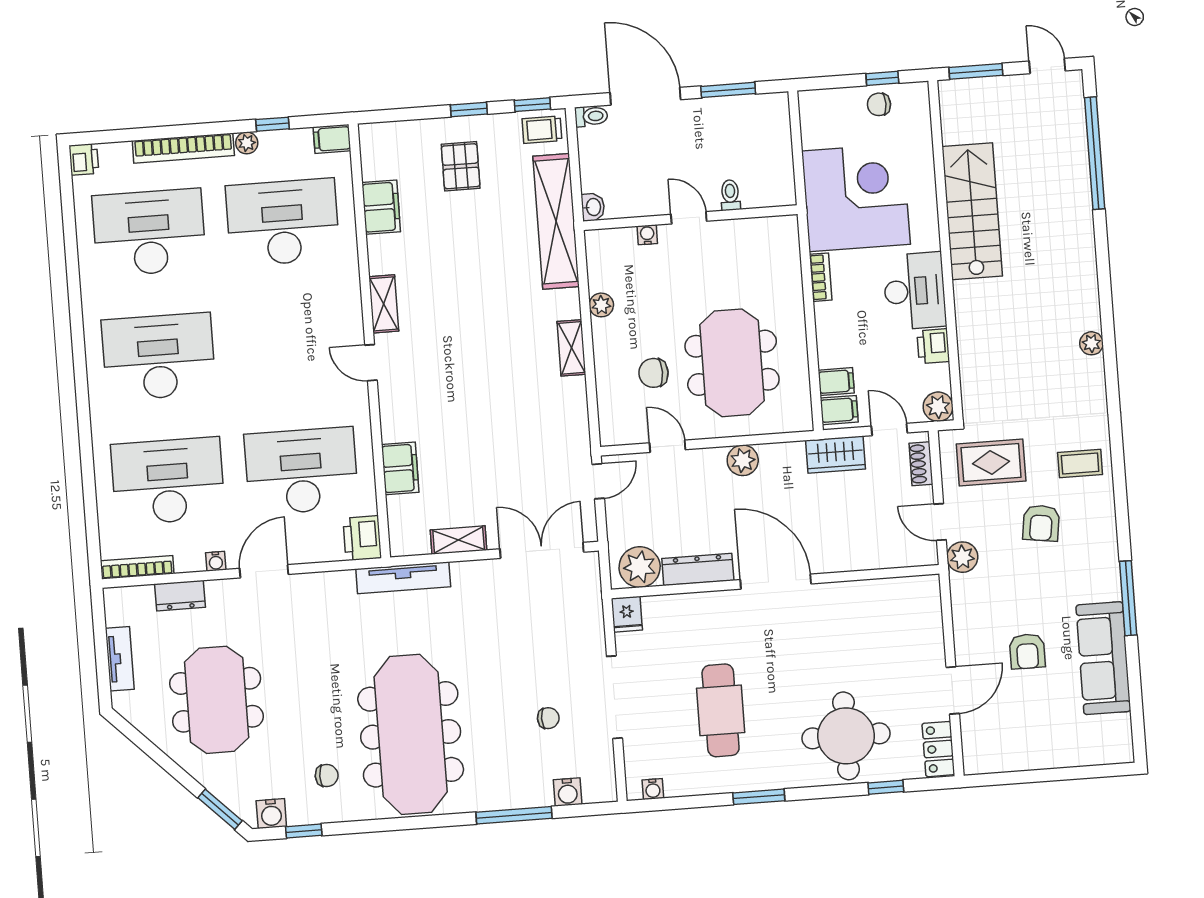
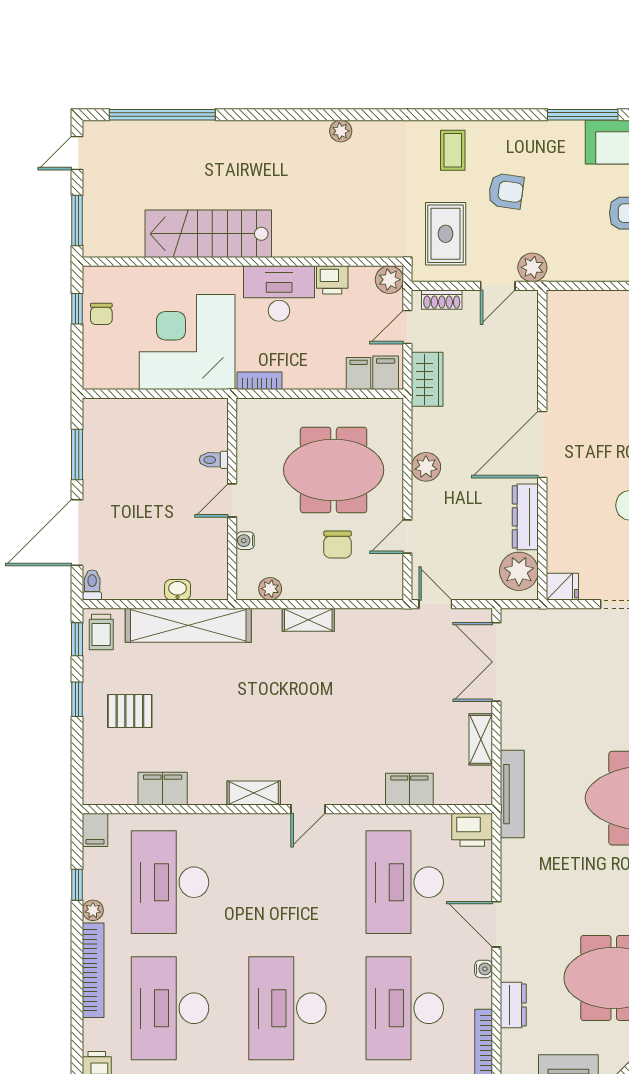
toilet: (730, 195) -> (214, 460), moved
door: (689, 218) -> (232, 500), moved
wall: (690, 218) -> (232, 499), moved
water cooler: (647, 235) -> (245, 541), moved

